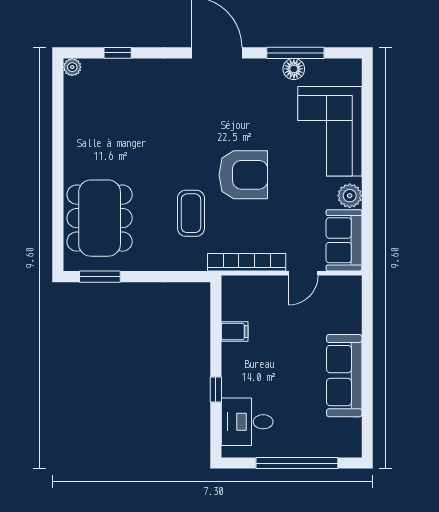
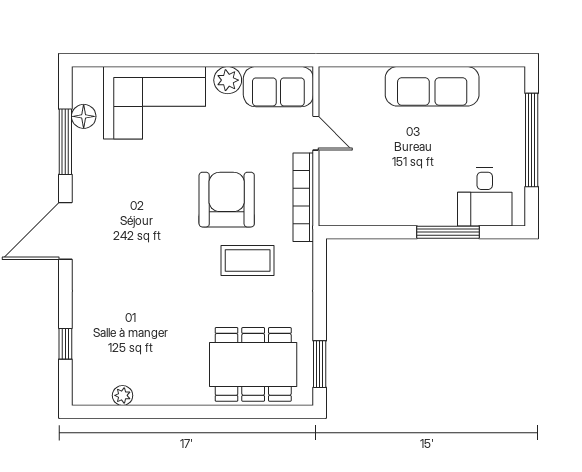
plant: (72, 67) -> (123, 395), moved
floor lamp: (294, 69) -> (84, 116), moved
armchair: (243, 175) -> (227, 200), moved
filing cabinet: (235, 331) -> (382, 211), removed
window: (216, 389) -> (448, 232), width x2.17

